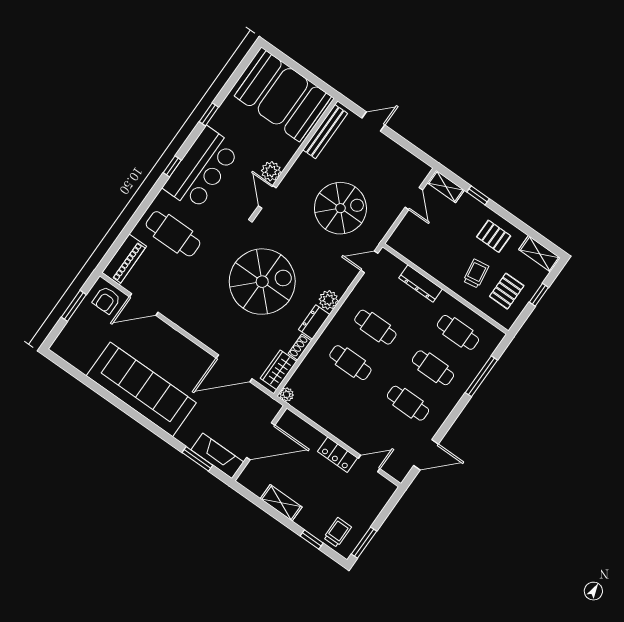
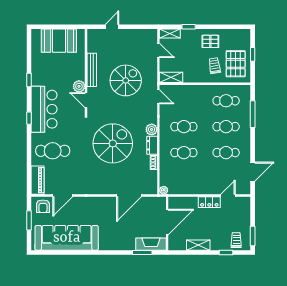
booth: (283, 96) -> (59, 41), width x0.73, depth x0.70
bench: (325, 132) -> (92, 70), moved
shelving: (539, 254) -> (171, 77), moved
door: (369, 262) -> (158, 97), swing flipped
dresser: (420, 283) -> (191, 90), removed
pallet: (507, 291) -> (236, 64), width x1.50, depth x1.42
wardrobe: (279, 370) -> (151, 181), removed
sofa: (141, 389) -> (67, 238), moved

